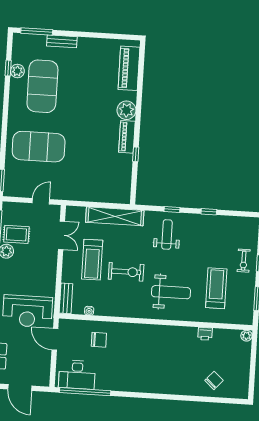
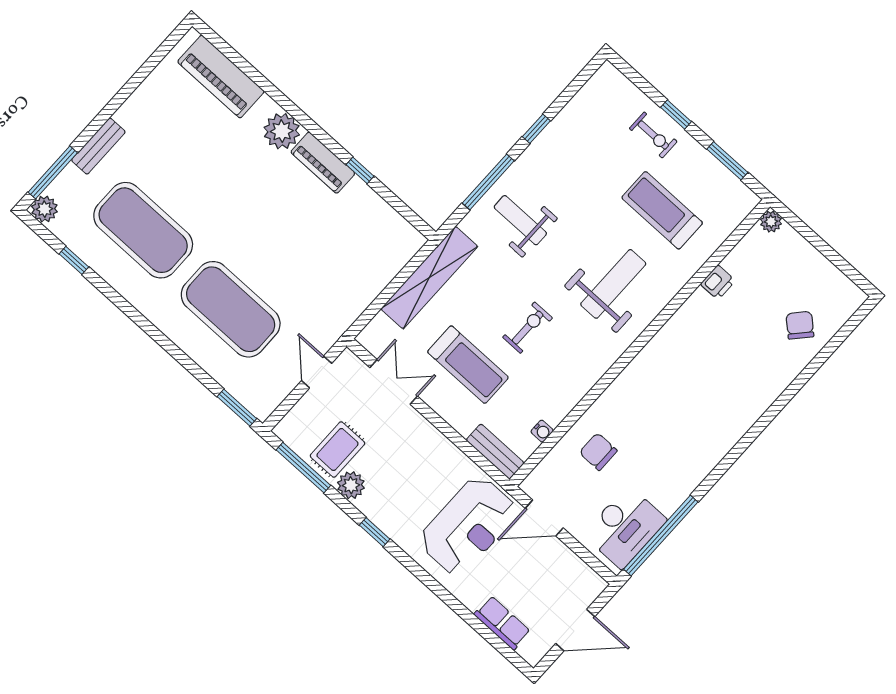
plant: (17, 71) -> (44, 209), moved
exercise mat: (39, 147) -> (231, 309), turned 90
window: (172, 209) -> (488, 182), width x2.17
exercise bike: (126, 272) -> (528, 328), width x0.73, depth x0.72
chair: (99, 340) -> (598, 452), turned -90

